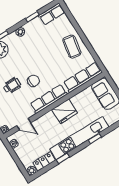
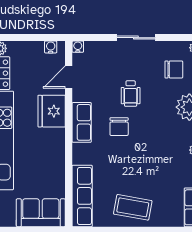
row of seats: (49, 99) -> (82, 122), width x0.68
fridge: (65, 111) -> (52, 111), moved

